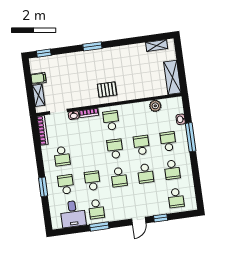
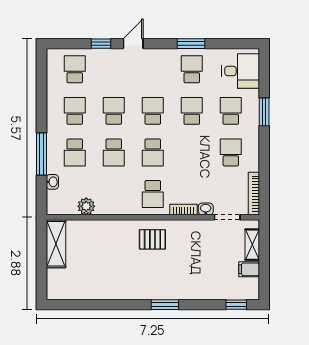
shelving: (157, 45) -> (72, 293), removed
school desk: (92, 181) -> (192, 111), turned 180
school desk: (66, 184) -> (231, 111), turned 180
desk: (73, 214) -> (241, 71), moved, turned 90

